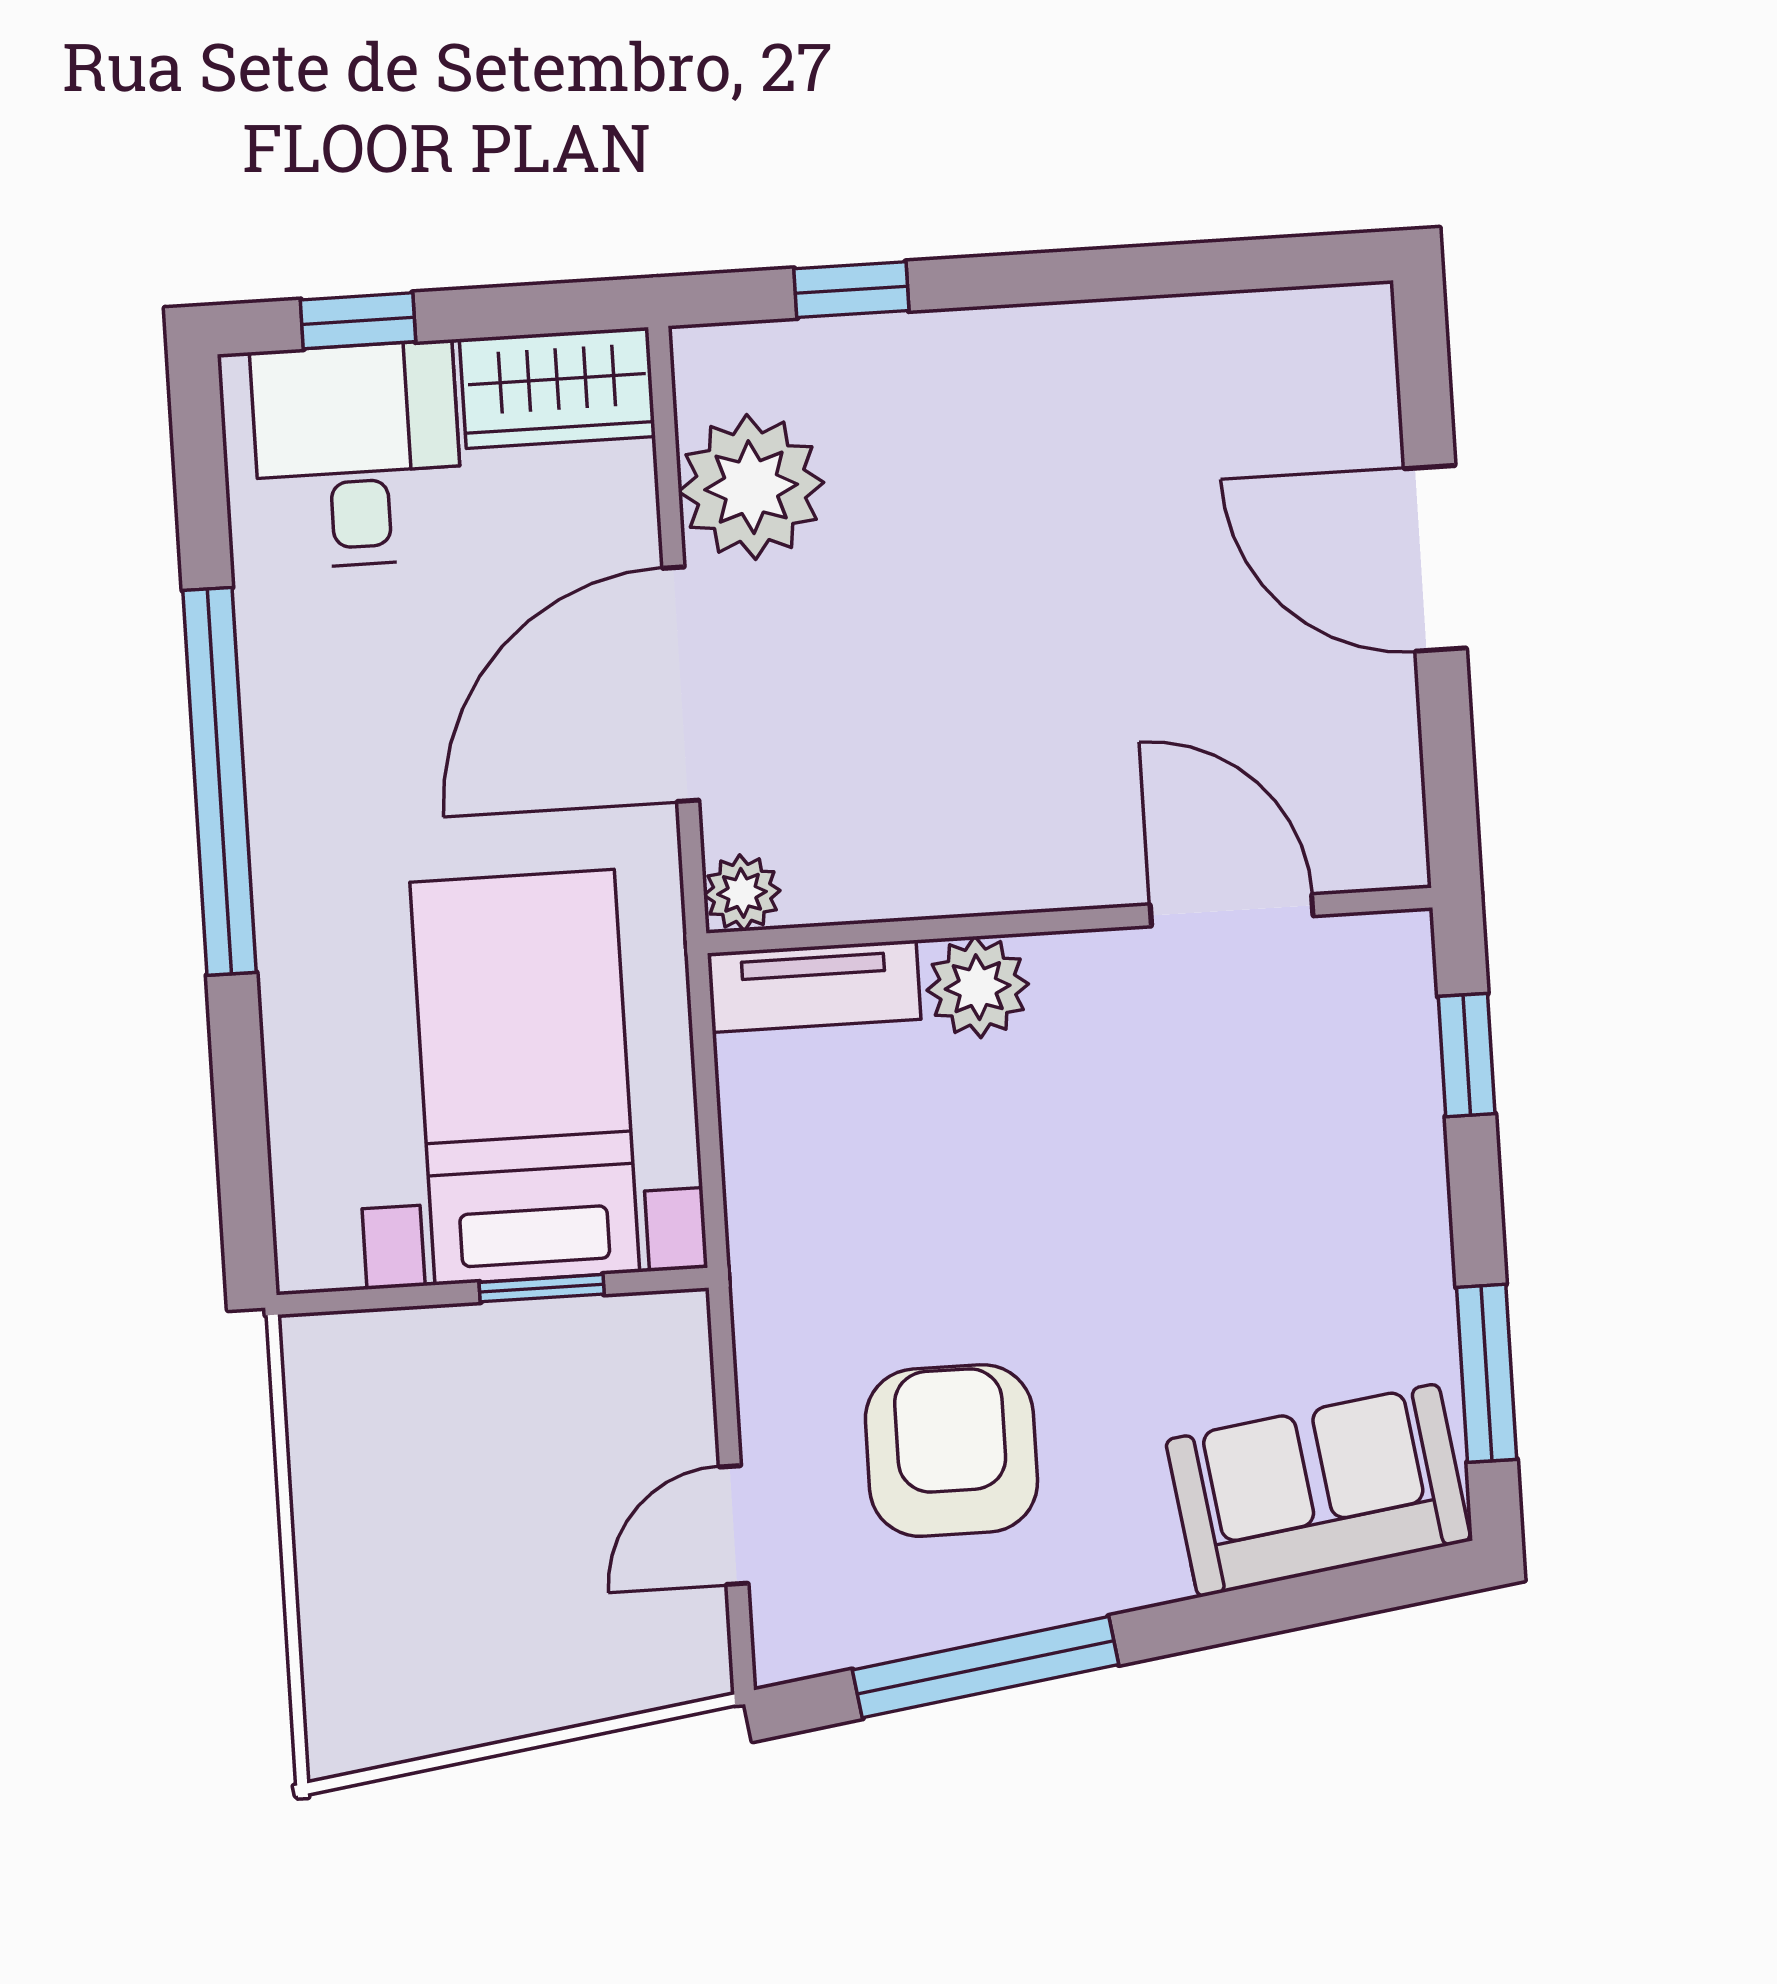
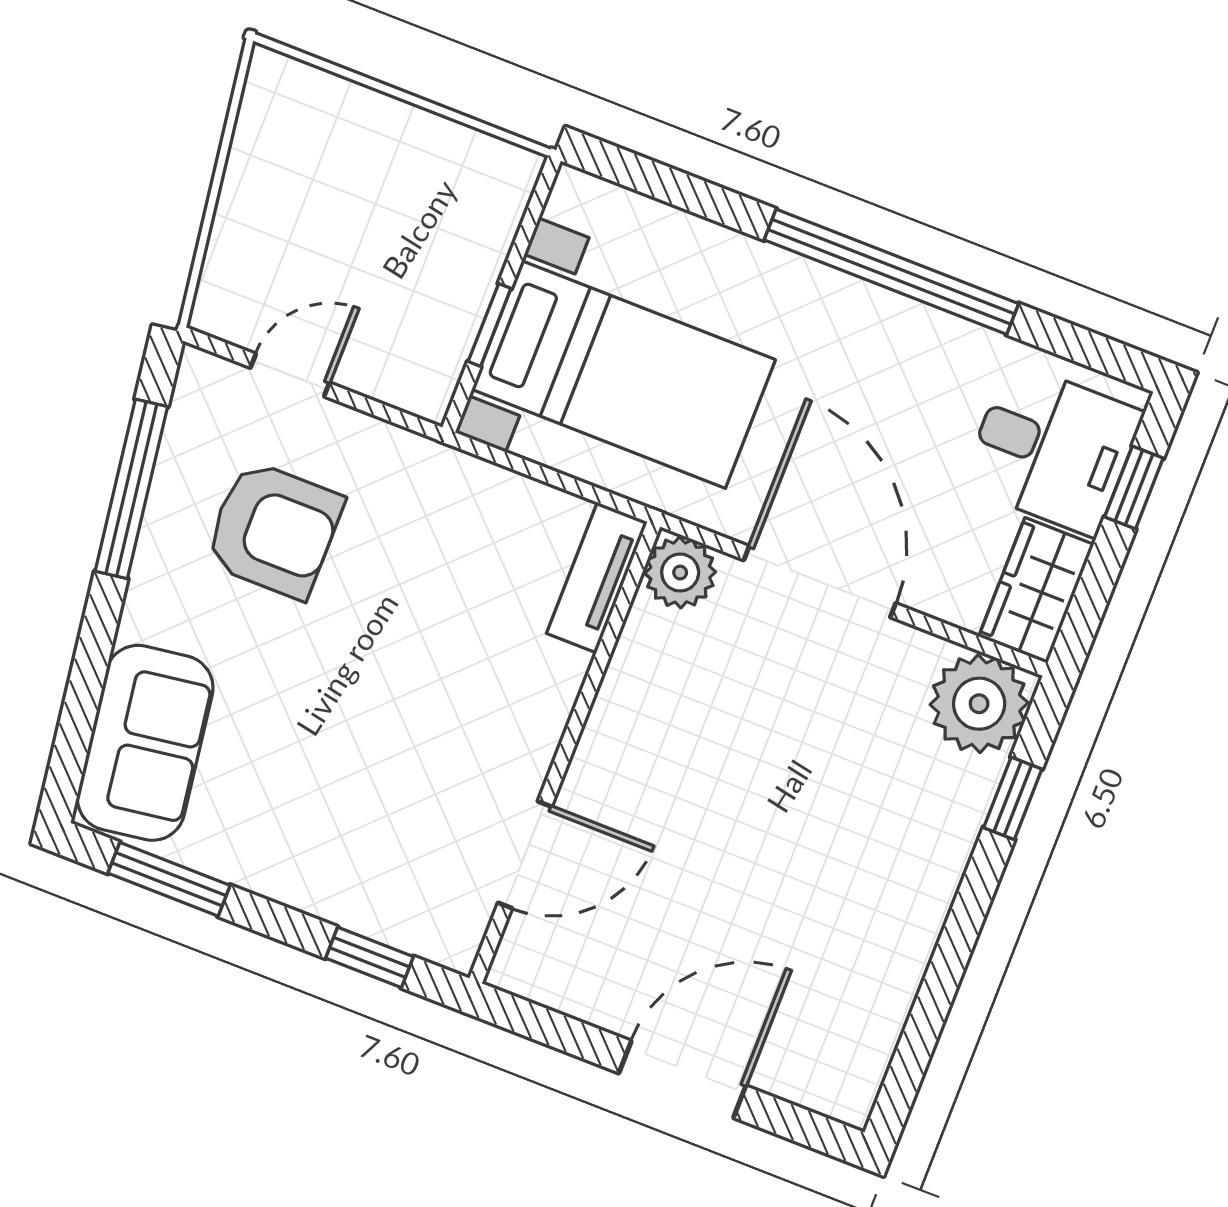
plant: (751, 487) -> (979, 704), moved
plant: (742, 893) -> (680, 573), width x1.38, depth x1.38
plant: (978, 987) -> (550, 677), removed
door: (734, 1525) -> (290, 375), hinge flipped

